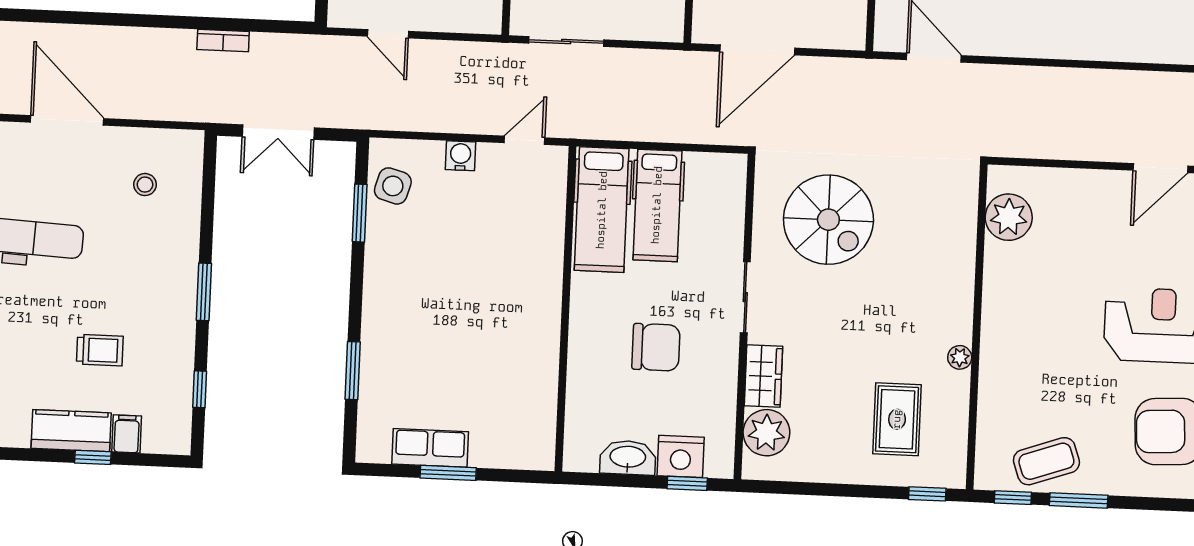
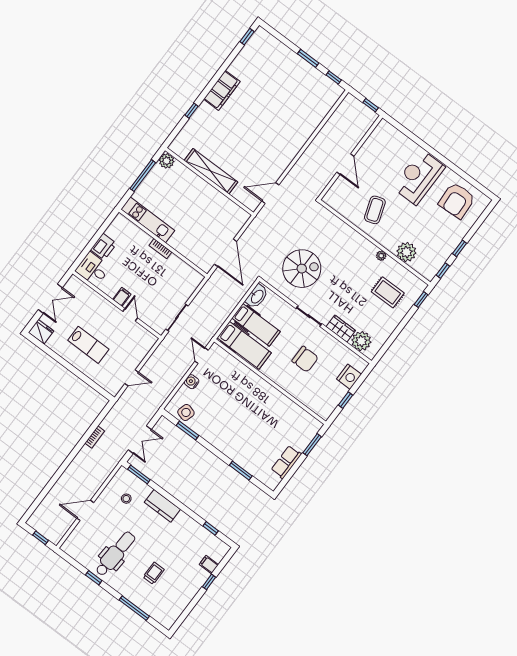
door: (67, 120) -> (85, 510), width x0.73
door: (1160, 168) -> (345, 164), moved
plant: (1009, 217) -> (406, 252), moved
window: (204, 292) -> (139, 474), moved
chair: (656, 347) -> (305, 359), turned 90
trolley: (100, 350) -> (154, 573), moved
kitchen counter: (71, 431) -> (162, 506), moved, turned -90
washbasin: (628, 458) -> (257, 296), moved, turned 180
coffee table: (1046, 461) -> (375, 210), moved
window: (448, 473) -> (312, 445), moved
window: (687, 483) -> (346, 400), moved
window: (1079, 500) -> (459, 248), width x0.67

